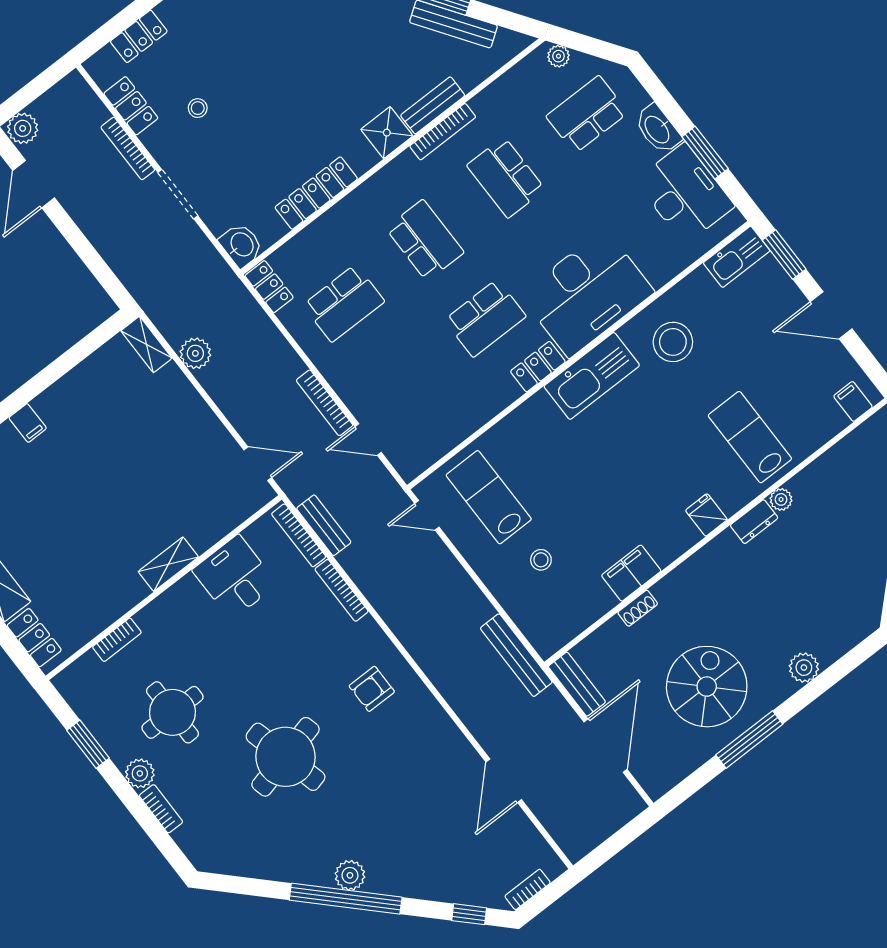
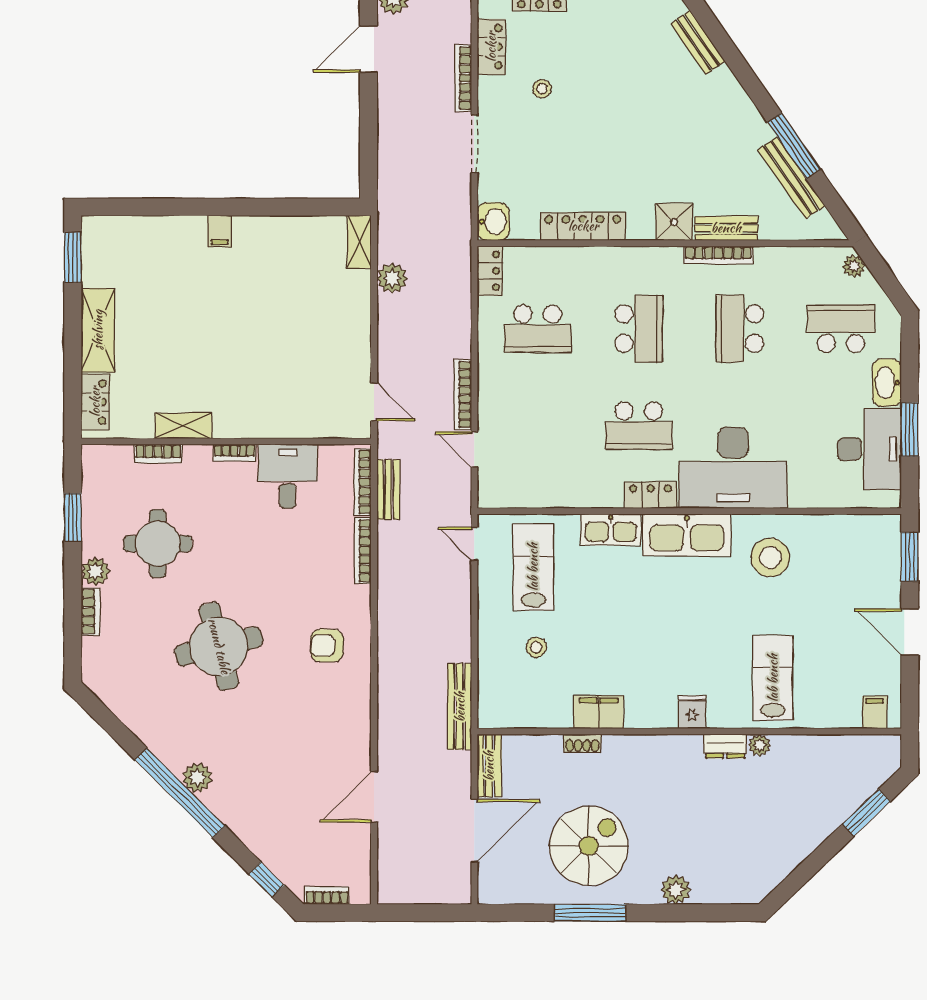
kitchen sink: (737, 257) -> (611, 530), moved
shelving: (168, 564) -> (183, 426), moved
bookcase: (178, 591) -> (235, 453), added

